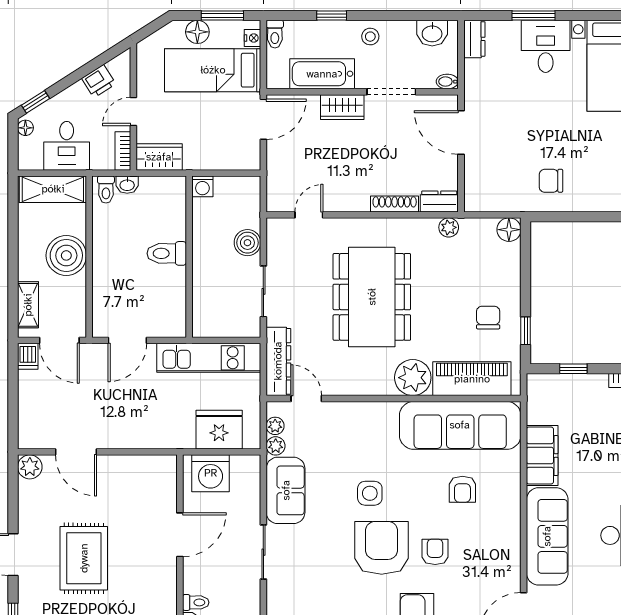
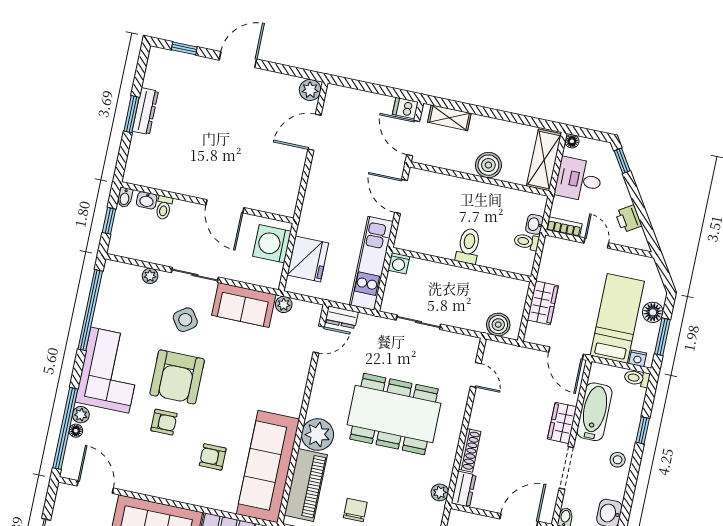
floor lamp: (25, 128) -> (572, 141), moved
wardrobe: (159, 157) -> (543, 303), moved
washing machine: (202, 186) -> (399, 263), moved, turned -90
toilet: (106, 190) -> (527, 242), moved
boiler: (247, 243) -> (498, 325), moved
boiler: (66, 255) -> (488, 165), width x0.73, depth x0.73
chair: (488, 318) -> (355, 510), turned -90
door: (59, 340) -> (413, 138), hinge flipped
dresser: (278, 361) -> (342, 317), width x0.51, depth x0.80
plant: (275, 426) -> (150, 276), moved
side table: (370, 493) -> (185, 320), moved, turned -35
armchair: (382, 548) -> (177, 377), turned 90
rug: (84, 558) -> (222, 120), removed

